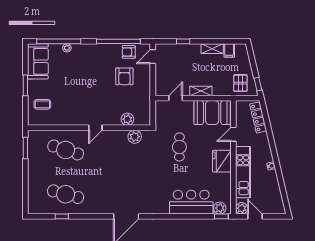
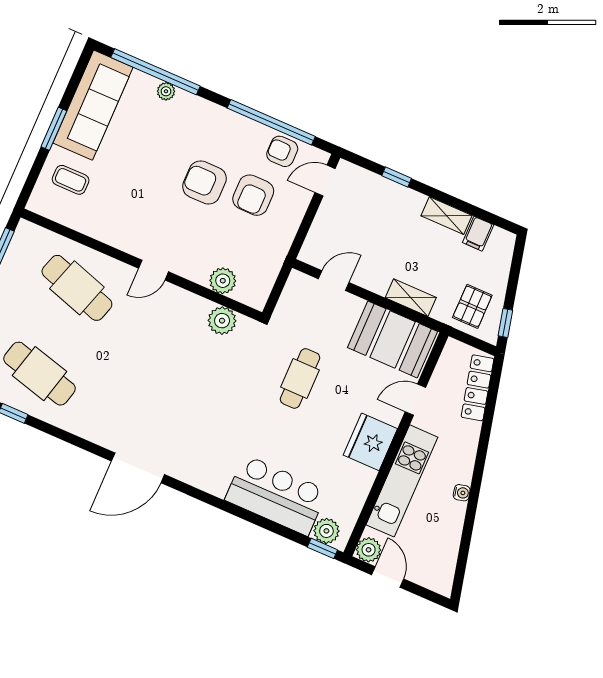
sofa: (38, 61) -> (93, 105), width x1.36
armchair: (101, 80) -> (204, 182), added
shelving: (201, 91) -> (411, 298), moved

